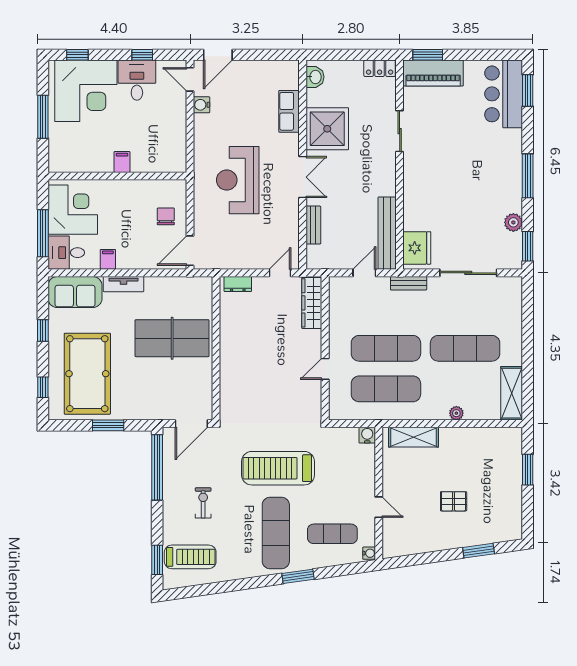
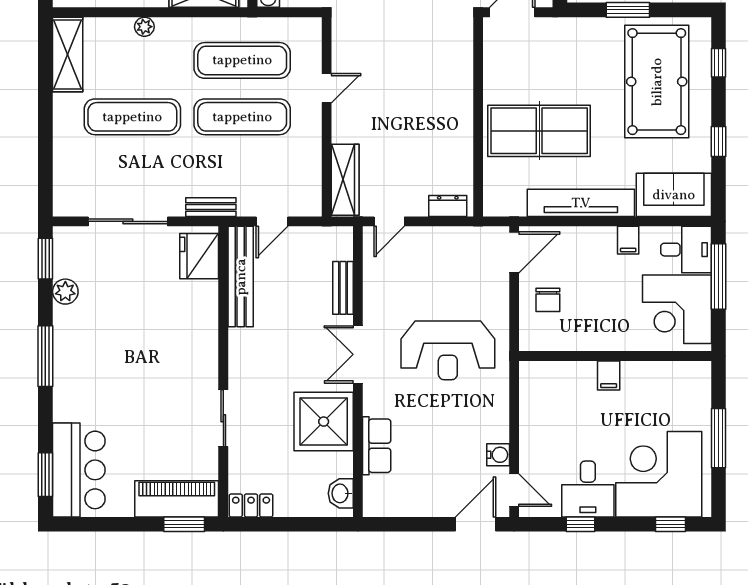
reception desk: (238, 180) -> (448, 350), turned 90
tv unit: (123, 284) -> (581, 203), width x1.92, depth x1.29

